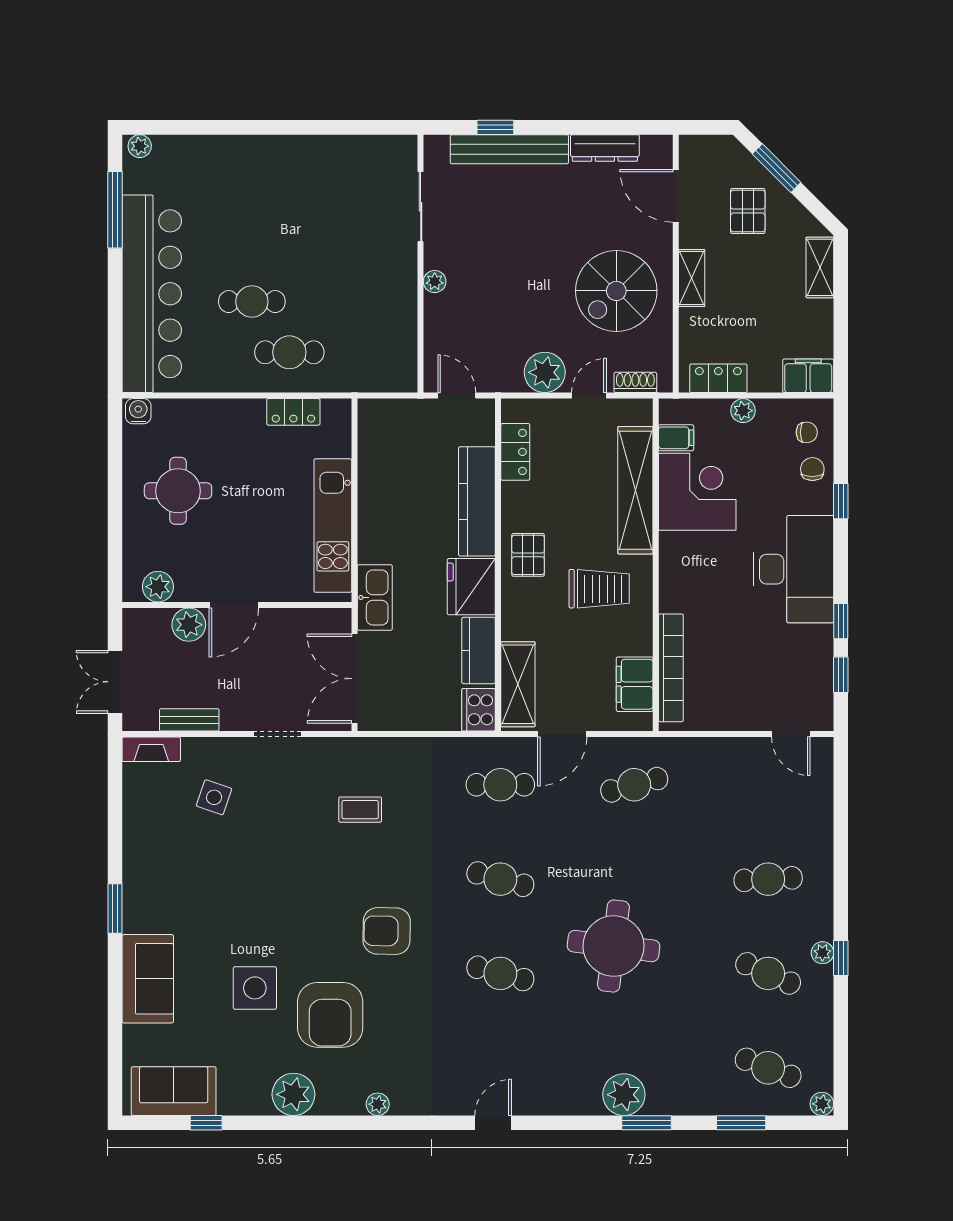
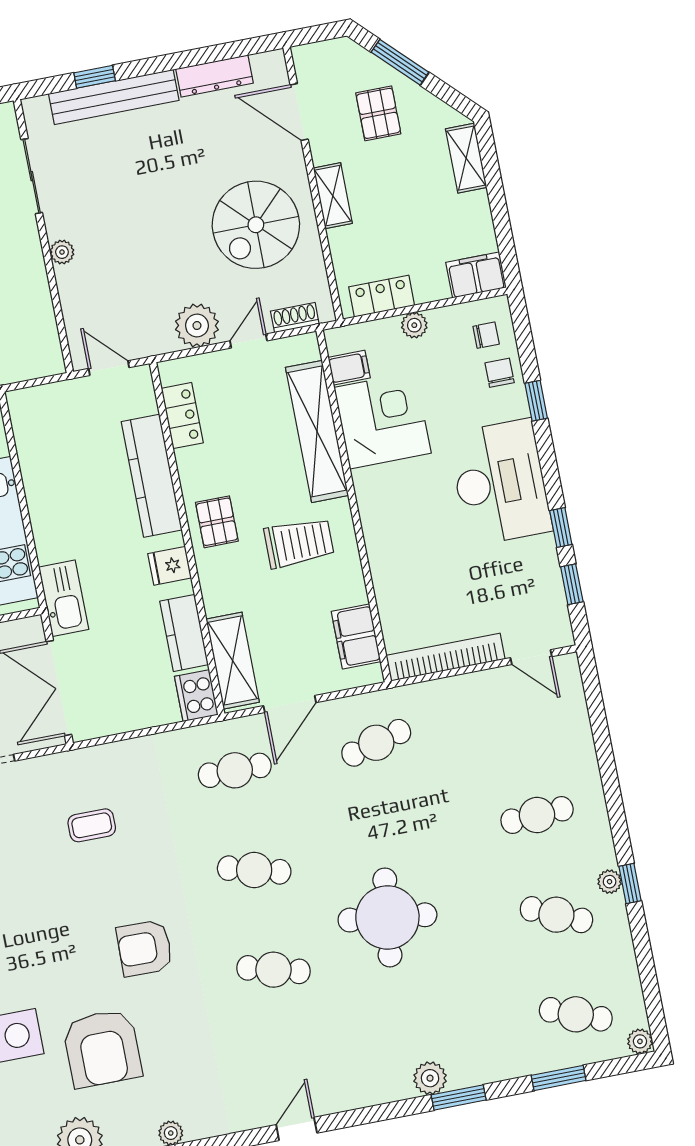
fridge: (471, 587) -> (170, 566), width x0.53, depth x0.75
bookcase: (671, 668) -> (446, 657), moved, turned -90
plant: (624, 1095) -> (430, 1078), width x0.73, depth x0.73

